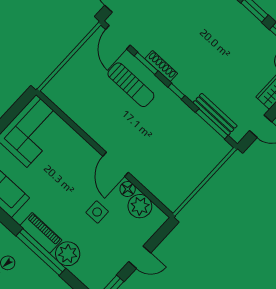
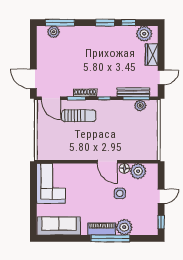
plant: (209, 136) -> (140, 105), added

